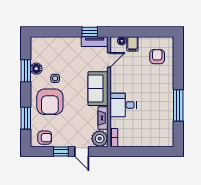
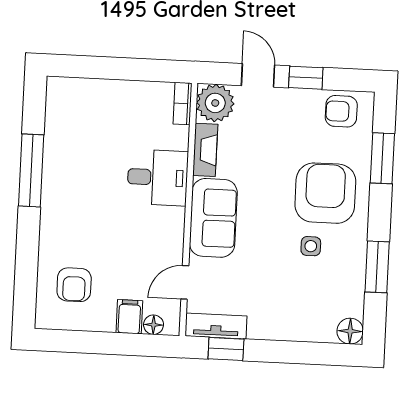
floor lamp: (36, 69) -> (350, 331), moved

